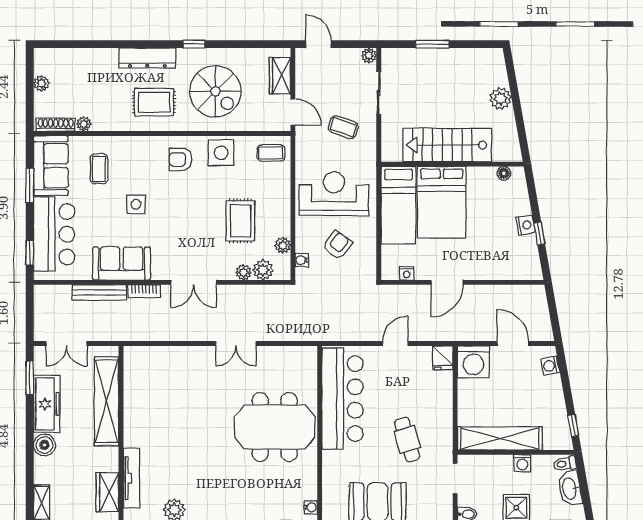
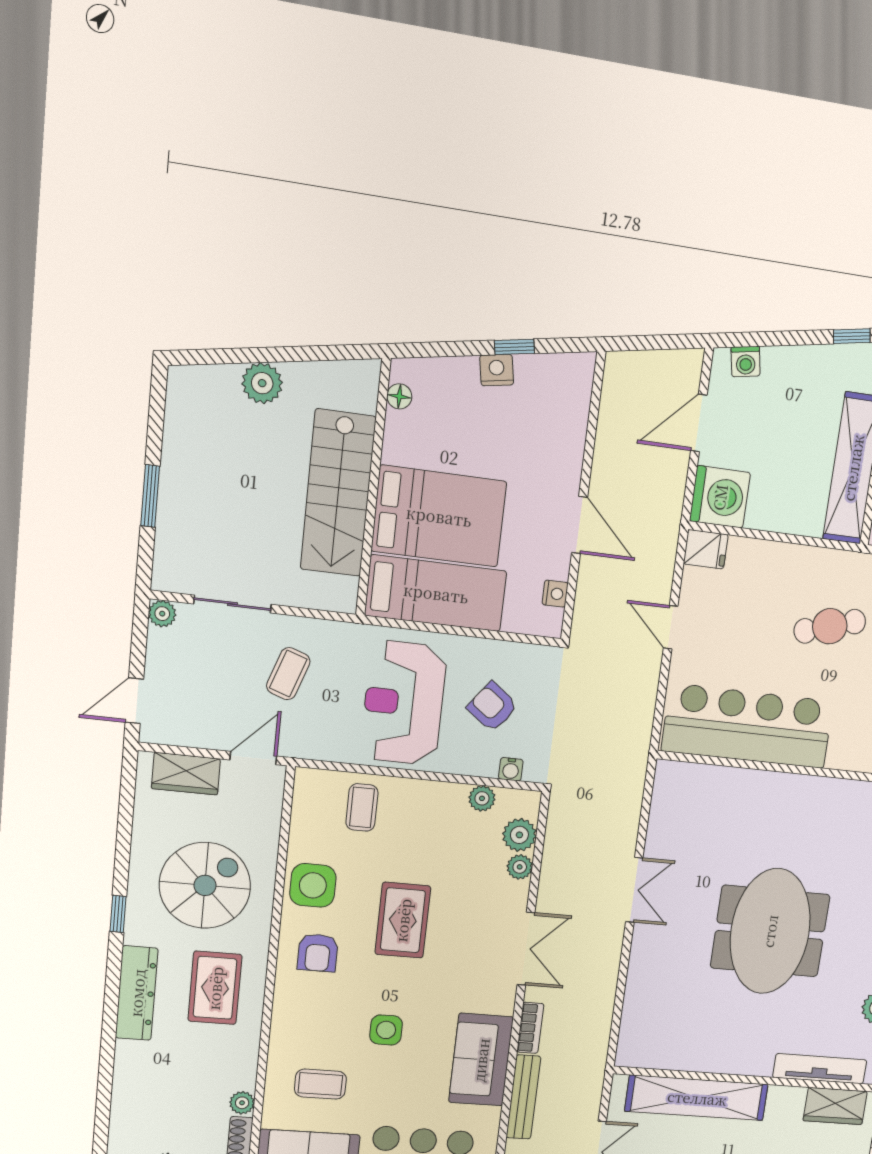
coffee table: (271, 153) -> (362, 807), moved
rug: (241, 221) -> (403, 920), moved, turned 90
meeting table: (275, 427) -> (770, 931), moved

